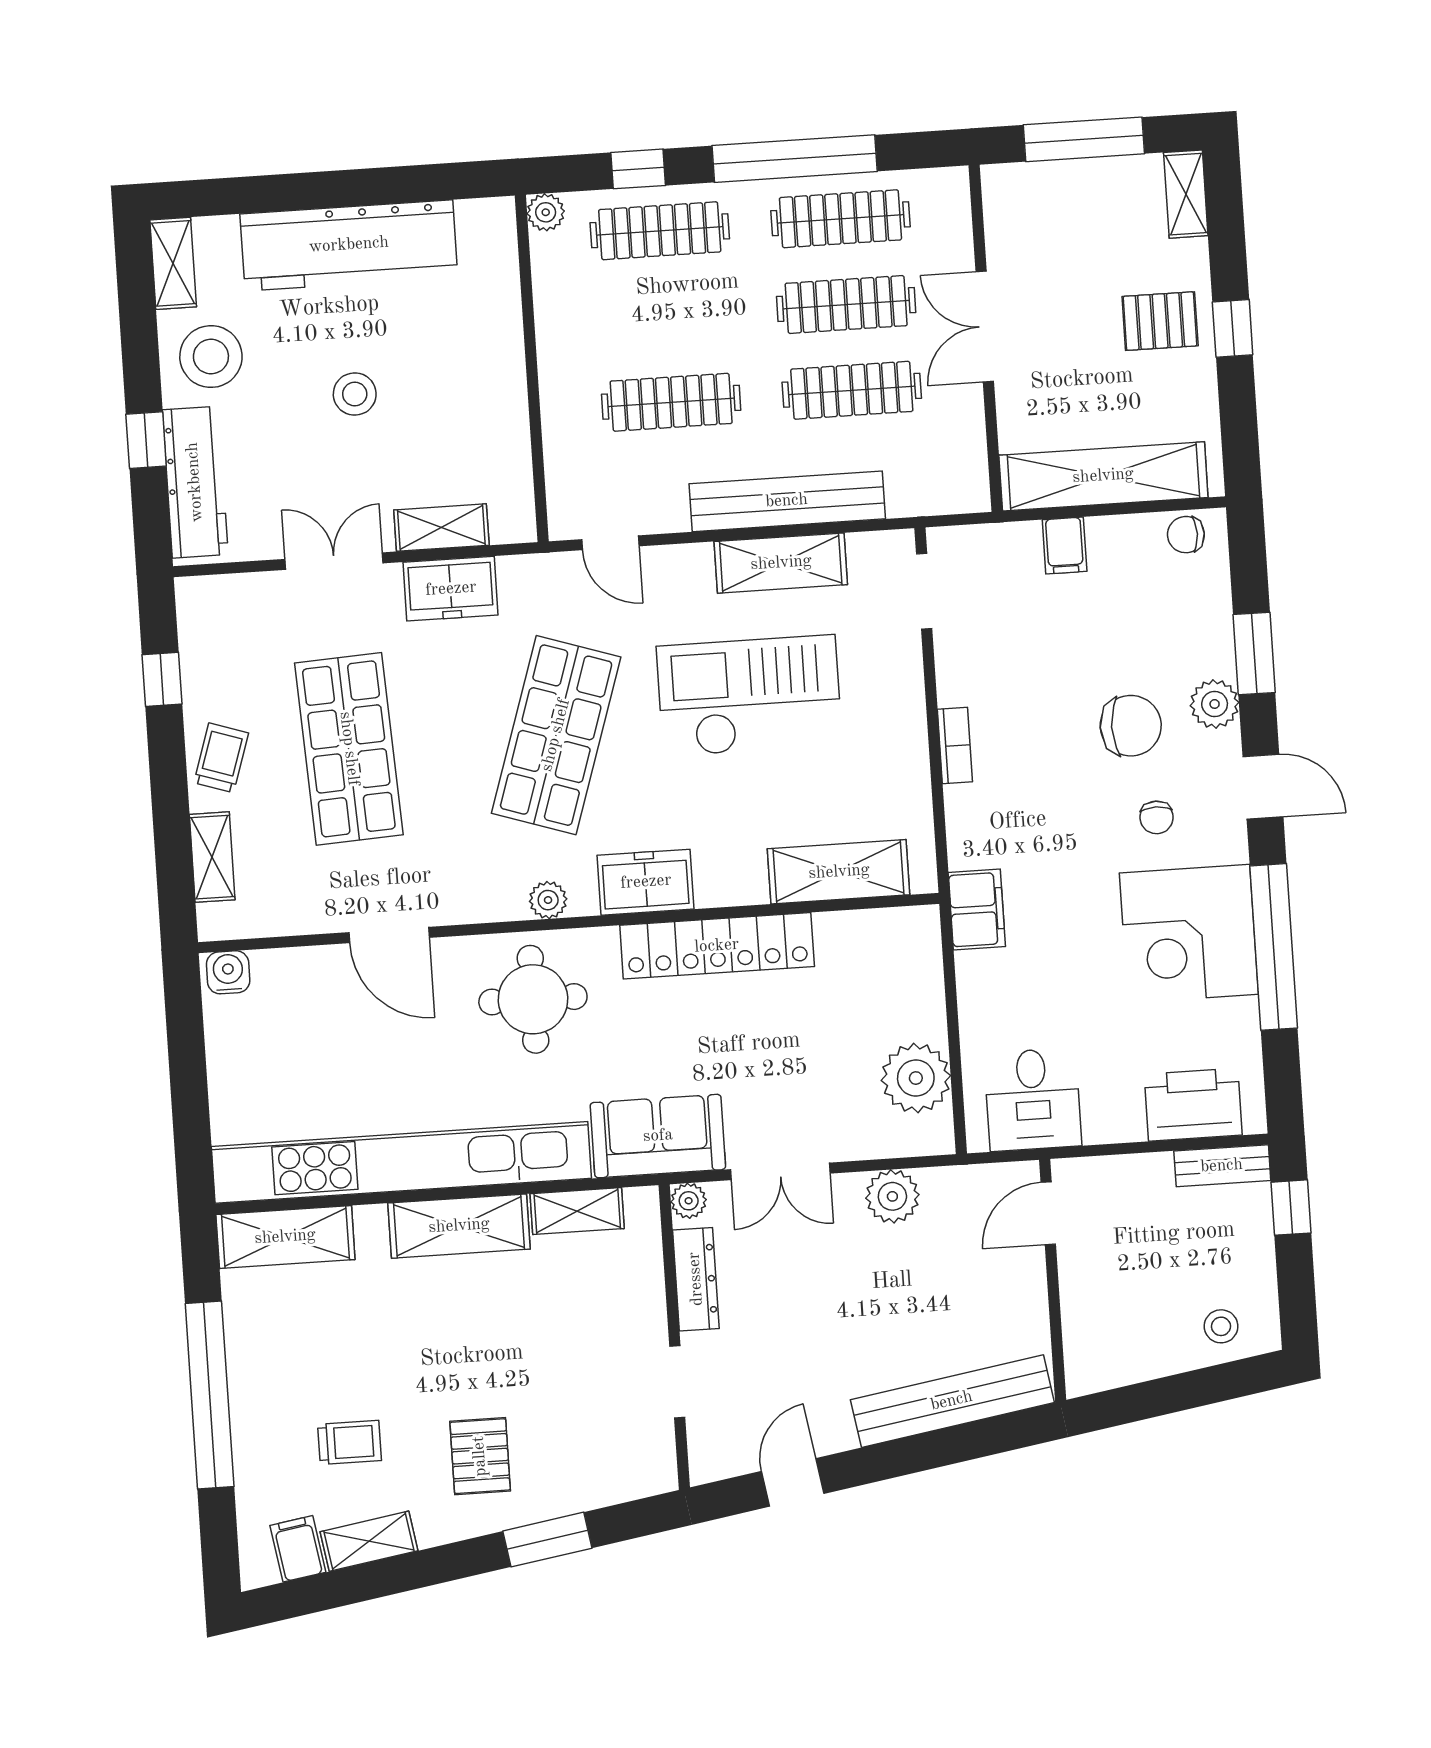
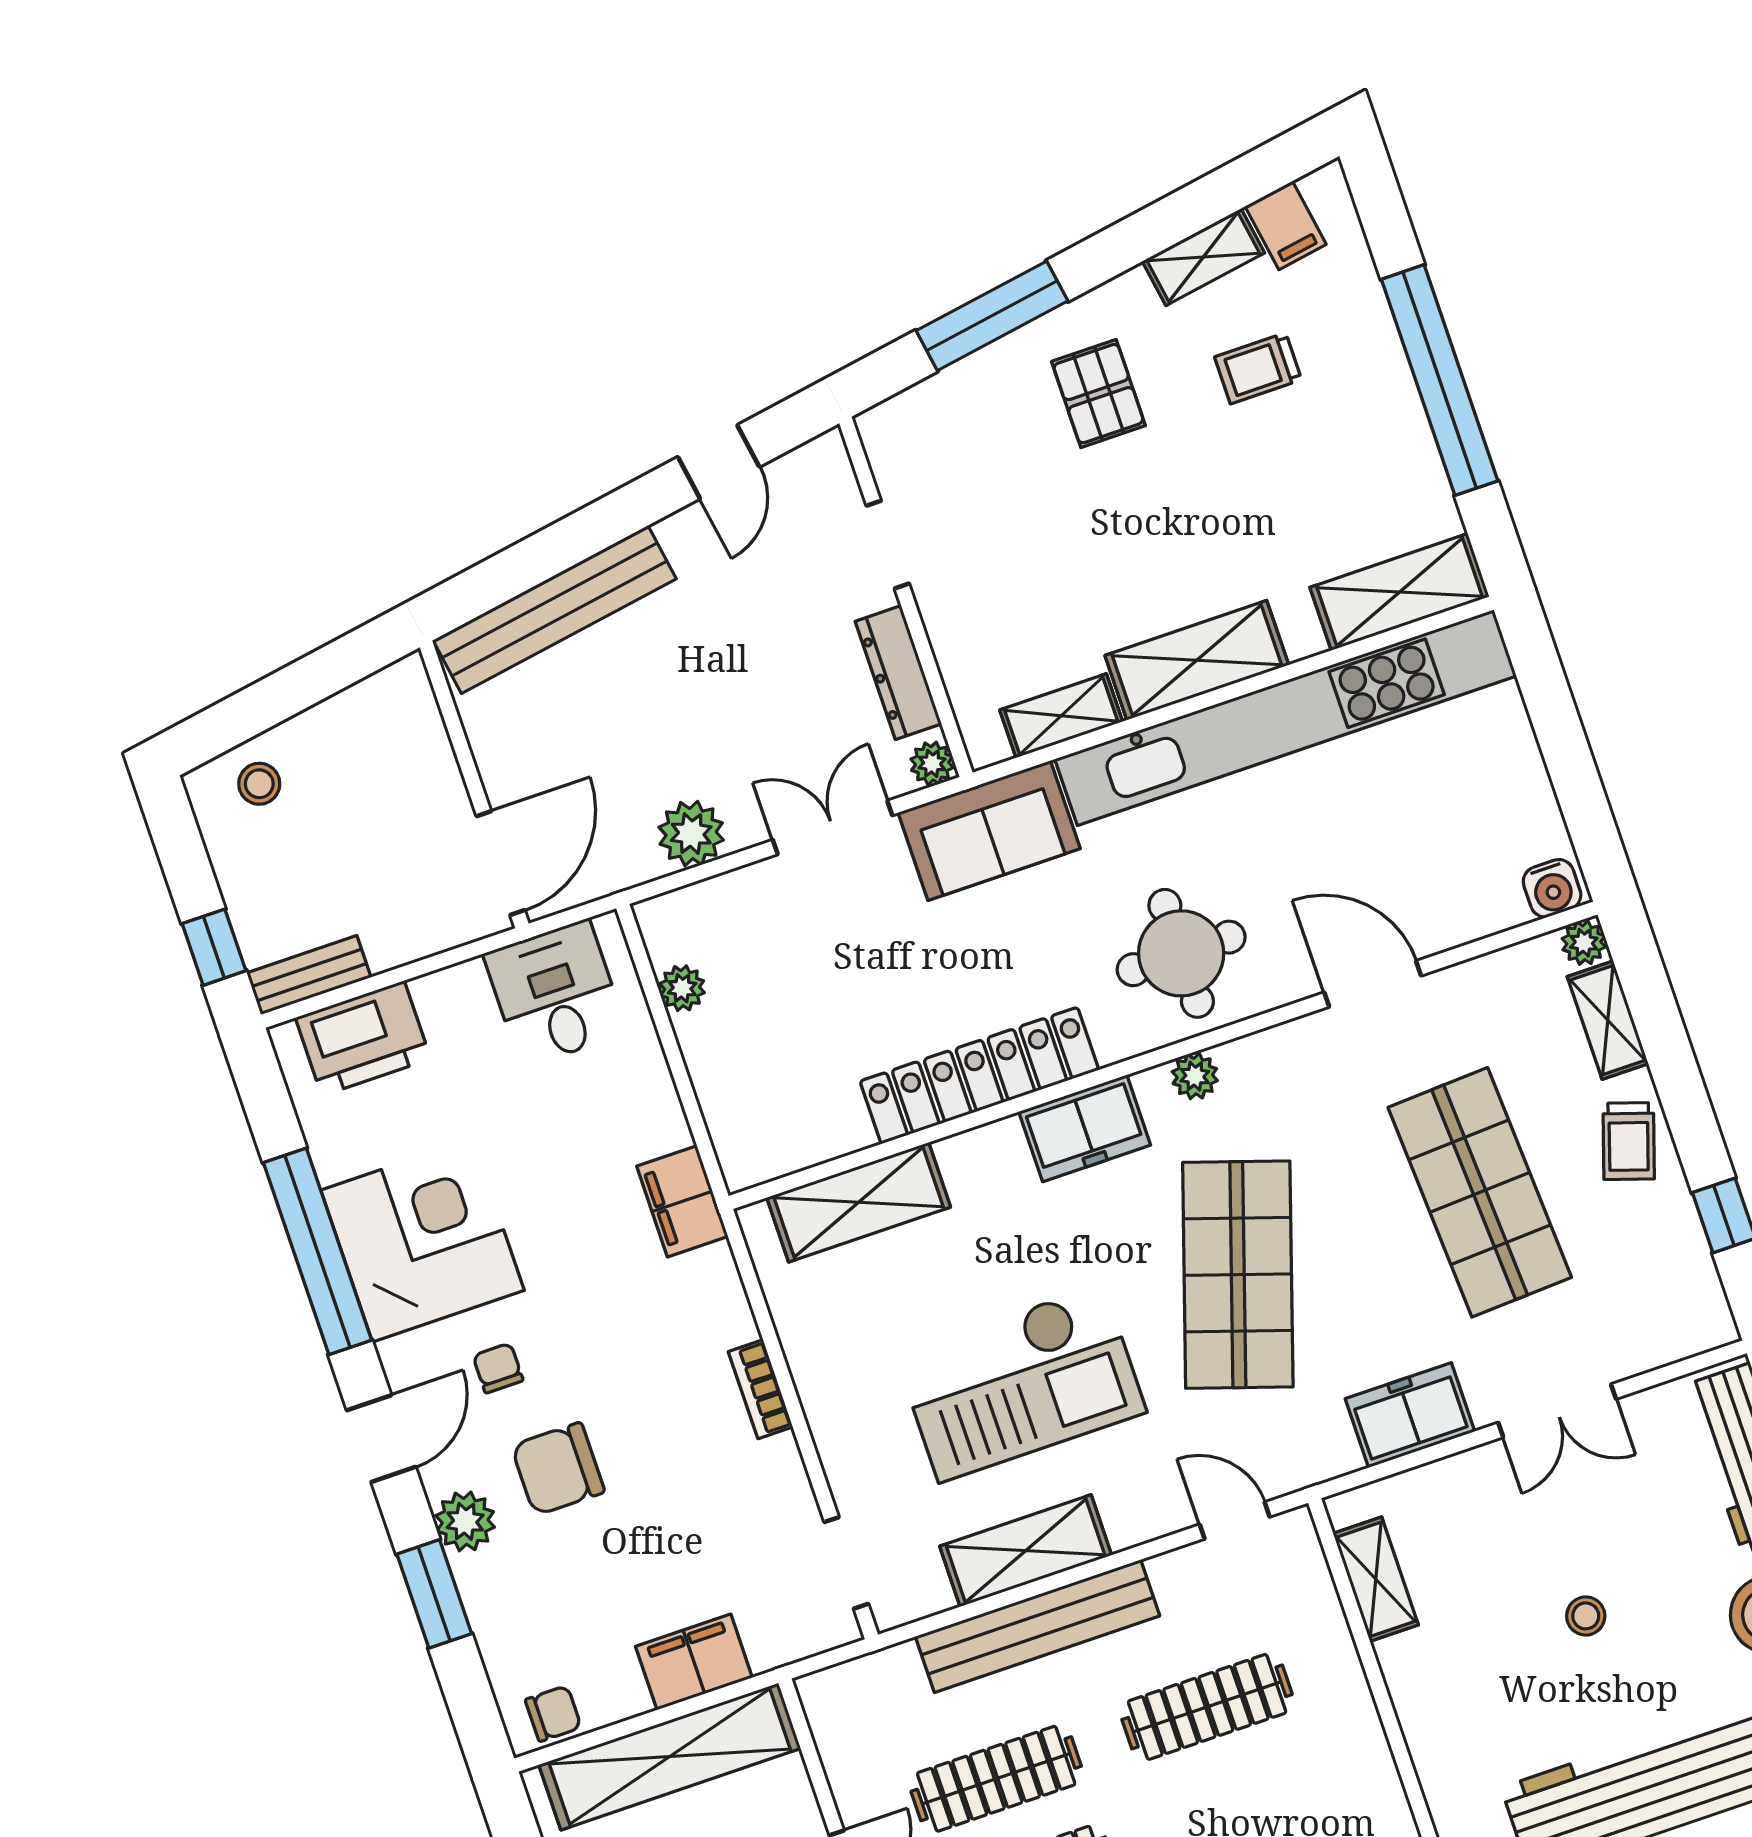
stool: (355, 394) -> (1586, 1616), width x0.73, depth x0.73
shelving: (441, 528) -> (1376, 1579), moved, turned 90
filing cabinet: (1065, 546) -> (694, 1662), width x2.00
door: (1263, 787) -> (381, 1439), swing flipped
plant: (215, 923) -> (1584, 943), added
plant: (916, 1078) -> (682, 988), width x0.53, depth x0.53
door: (1048, 1213) -> (501, 863), width x1.38
window: (547, 1540) -> (992, 316), width x1.44

